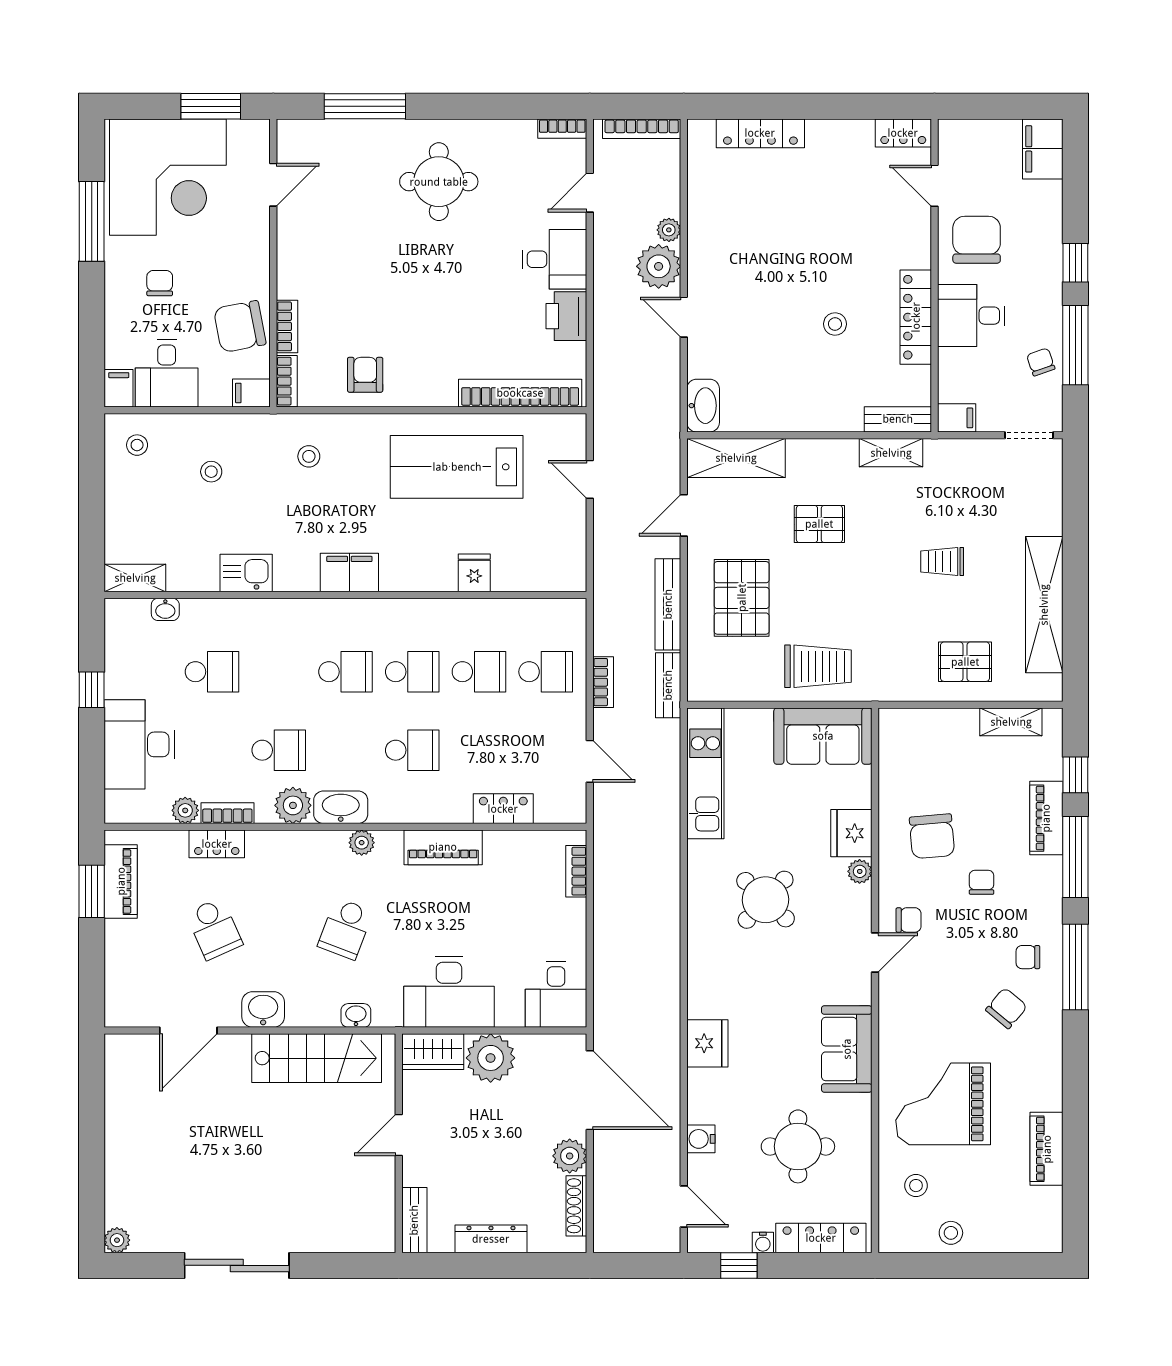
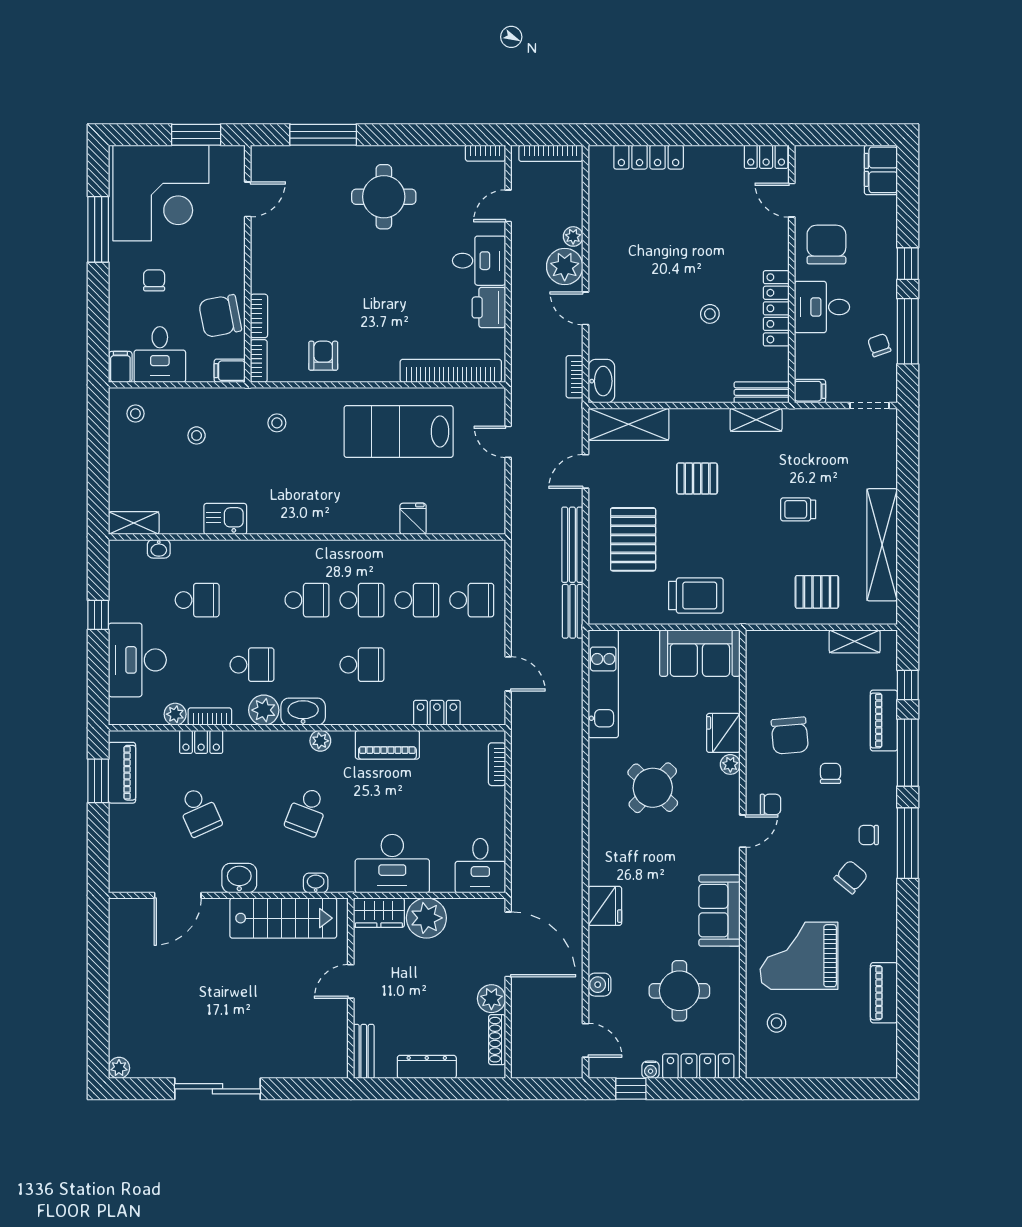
filing cabinet: (349, 572) -> (310, 518), removed
bookcase: (603, 682) -> (574, 377), moved, turned 180
stool: (951, 1233) -> (805, 1062), removed

